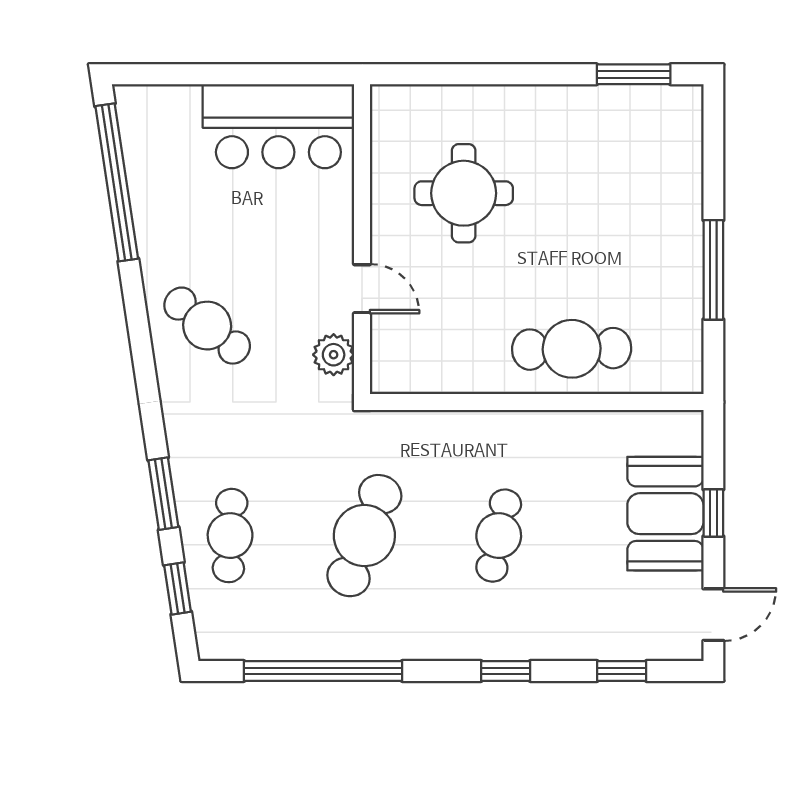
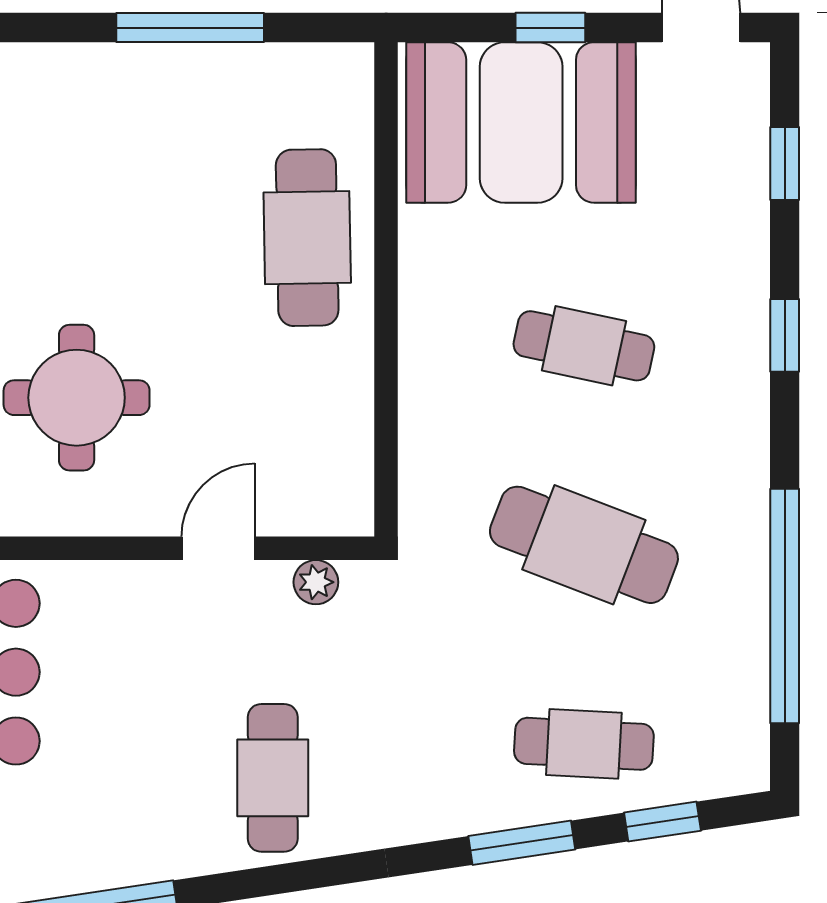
cafe table: (207, 326) -> (273, 778), turned -39
plant: (334, 355) -> (316, 582), width x0.73, depth x0.73
booth: (665, 514) -> (521, 122), width x1.36, depth x1.42

